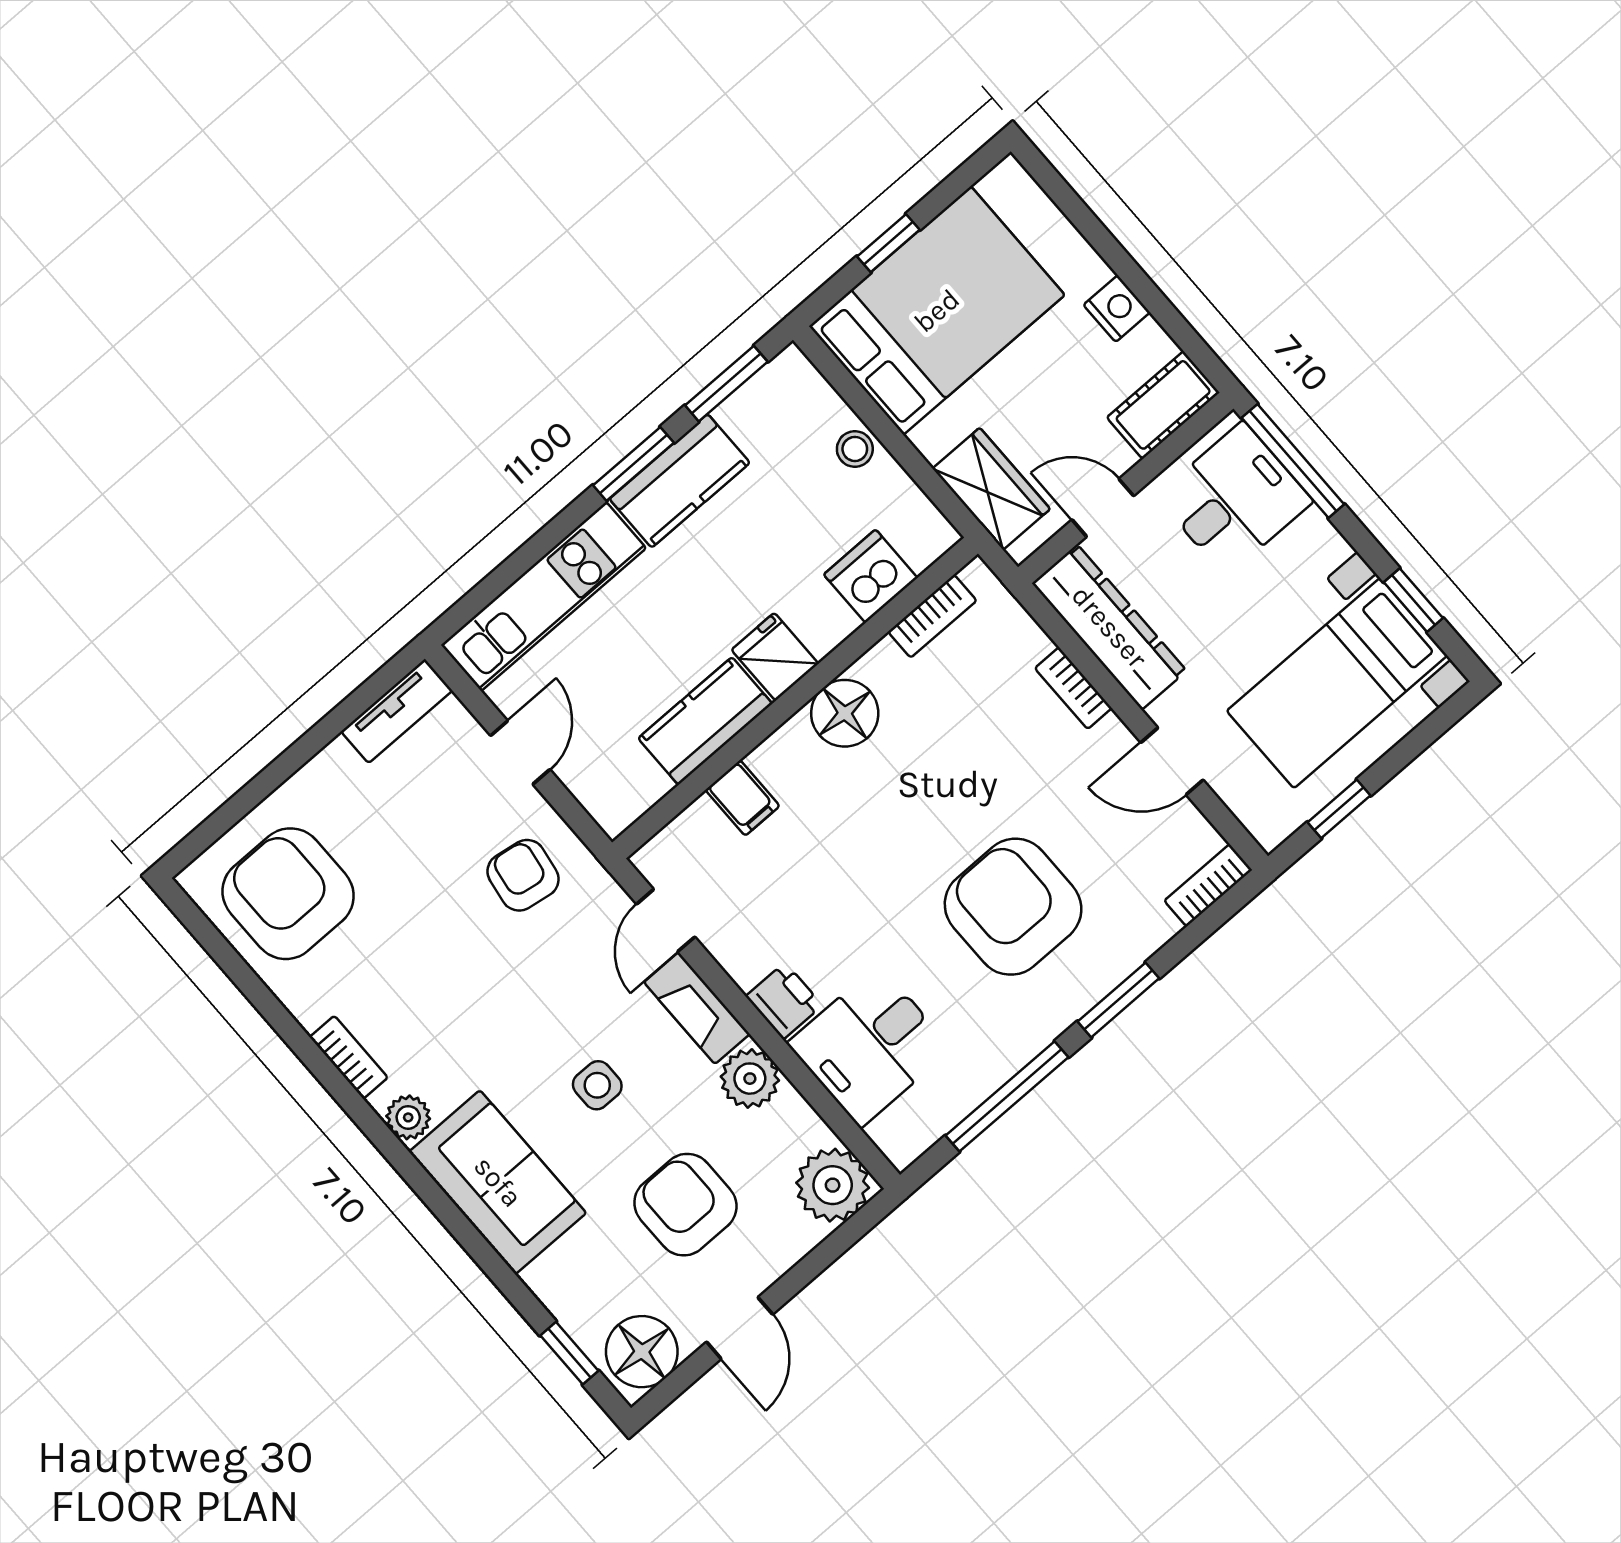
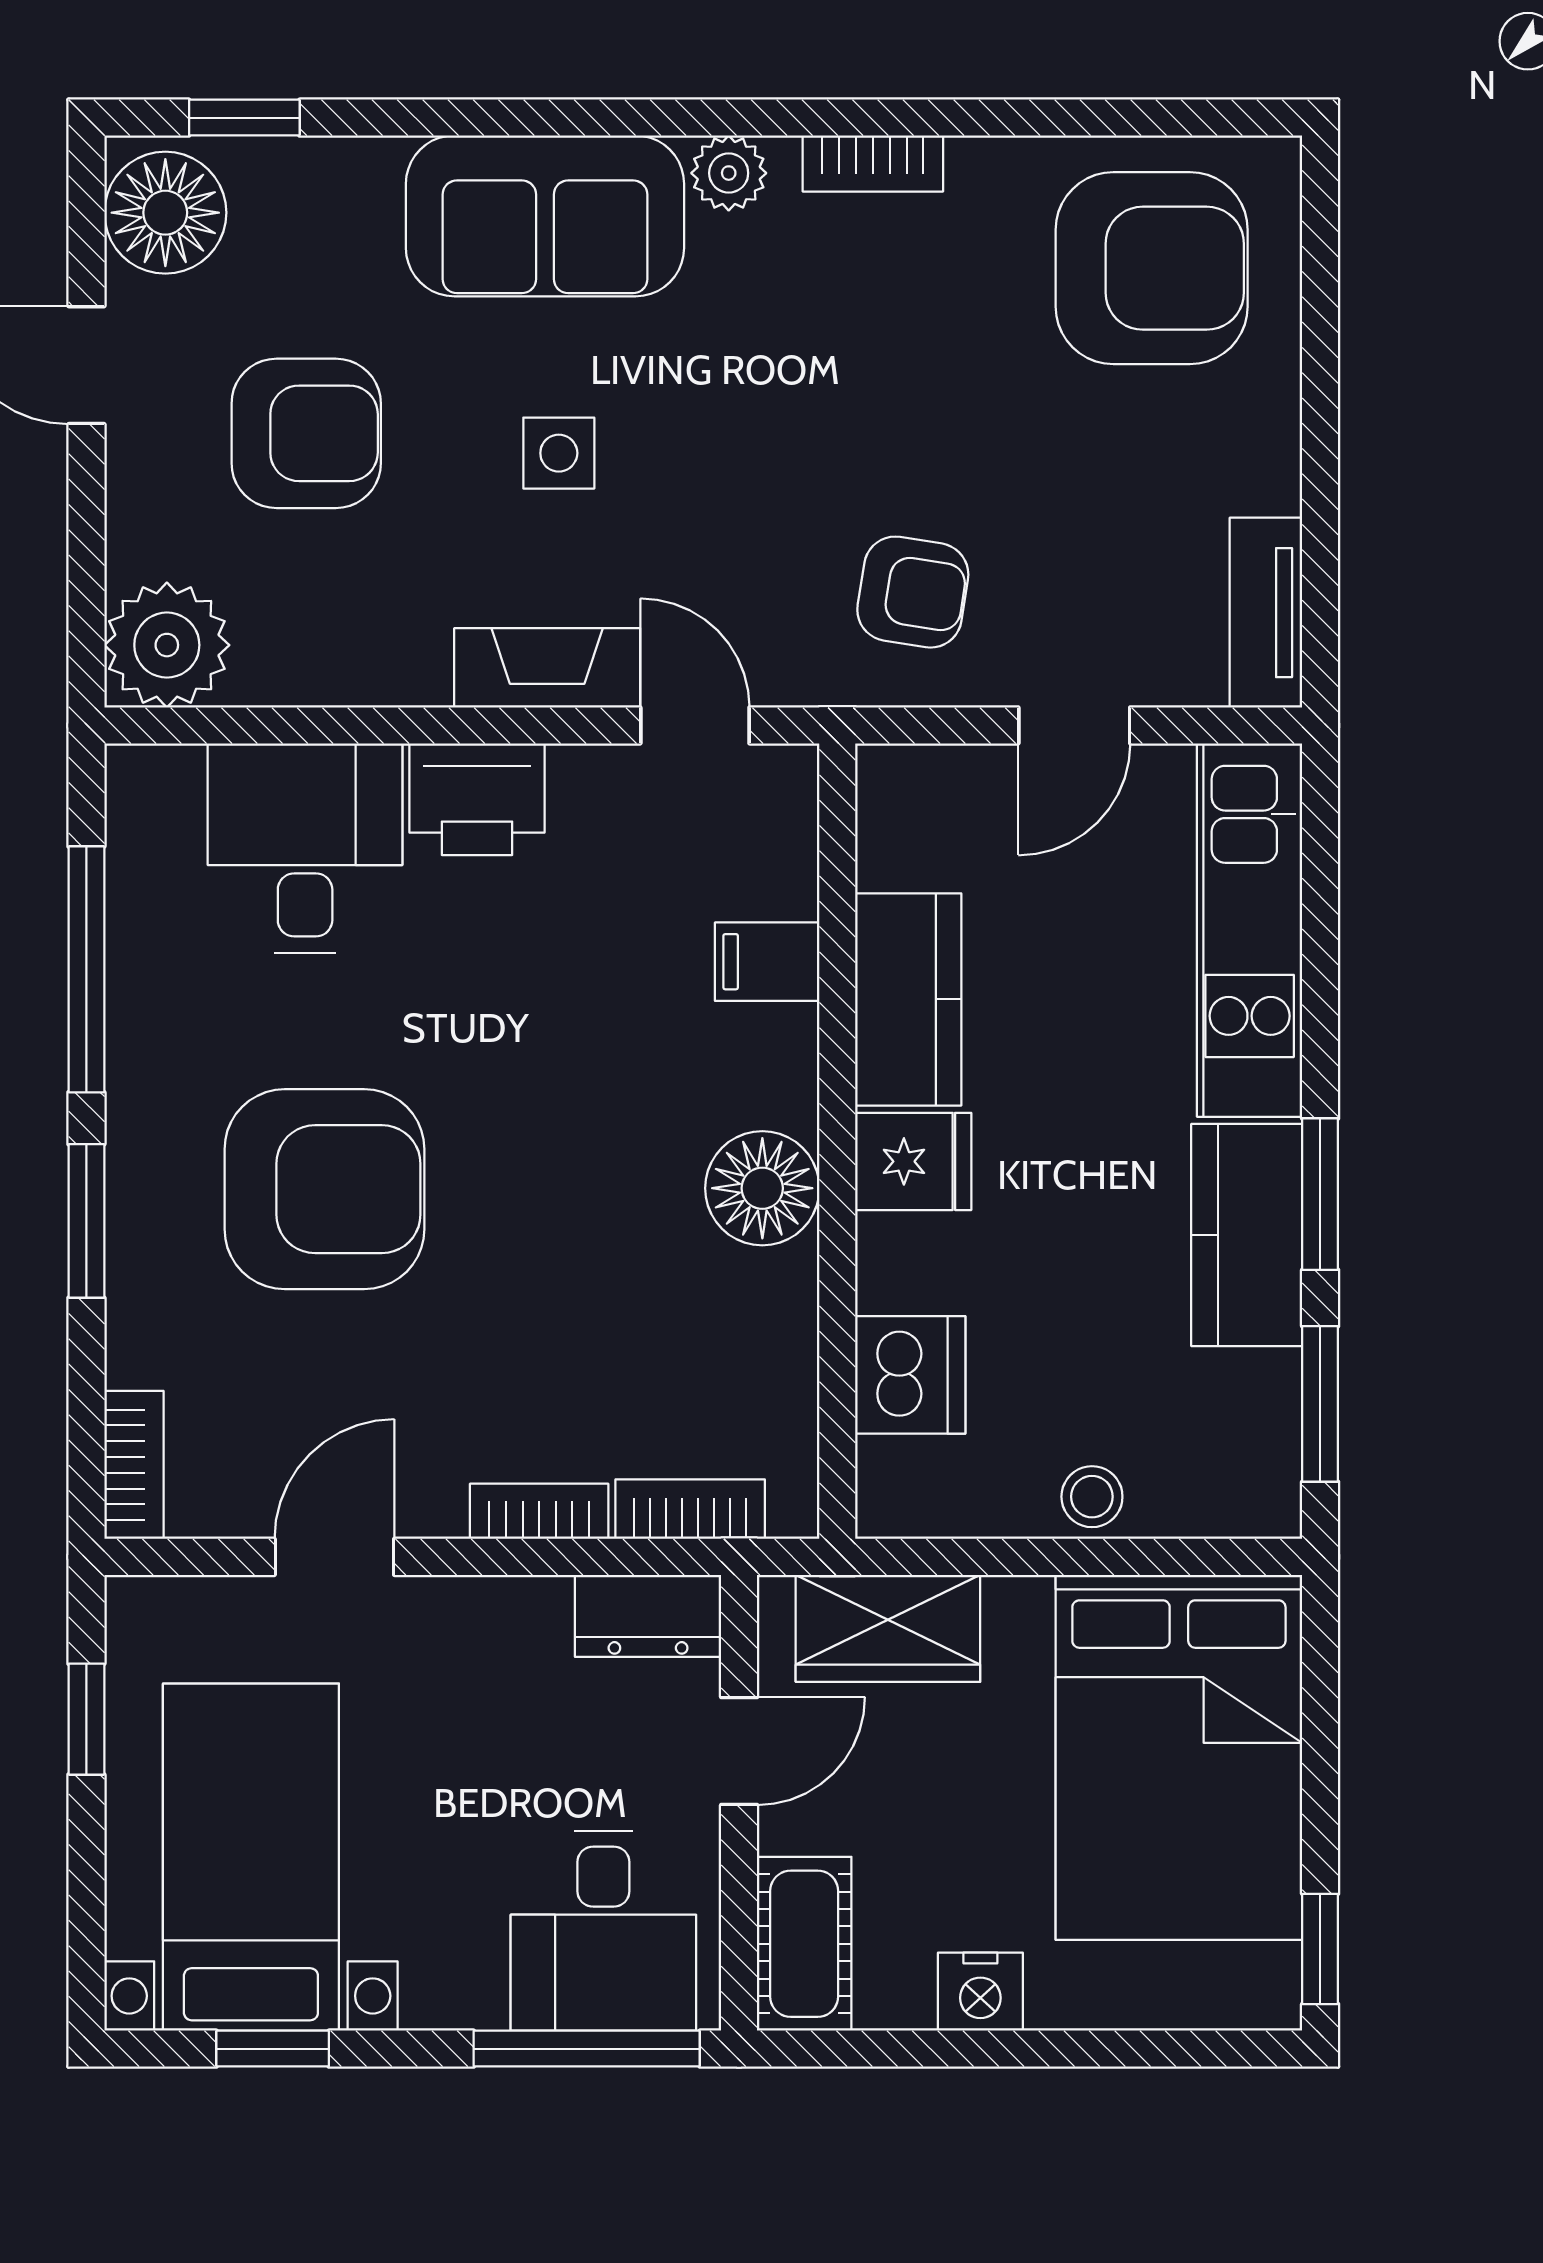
window: (888, 243) -> (1320, 1949), moved
bookcase: (932, 616) -> (690, 1509), moved, turned 90
dresser: (1109, 627) -> (648, 1616), width x0.51, depth x0.80
door: (520, 753) -> (1074, 725), hinge flipped
printer: (784, 1001) -> (477, 799), width x1.36, depth x1.24
plant: (750, 1079) -> (397, 657), removed

